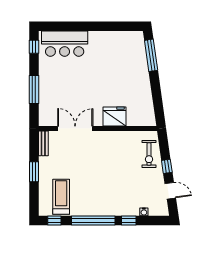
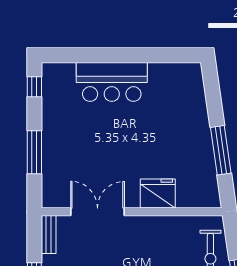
bar counter: (65, 44) -> (112, 82), moved
window: (151, 55) -> (221, 150), moved

